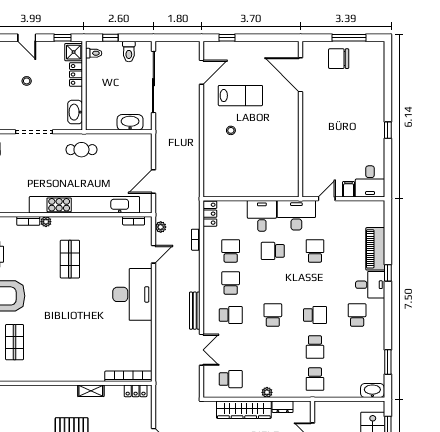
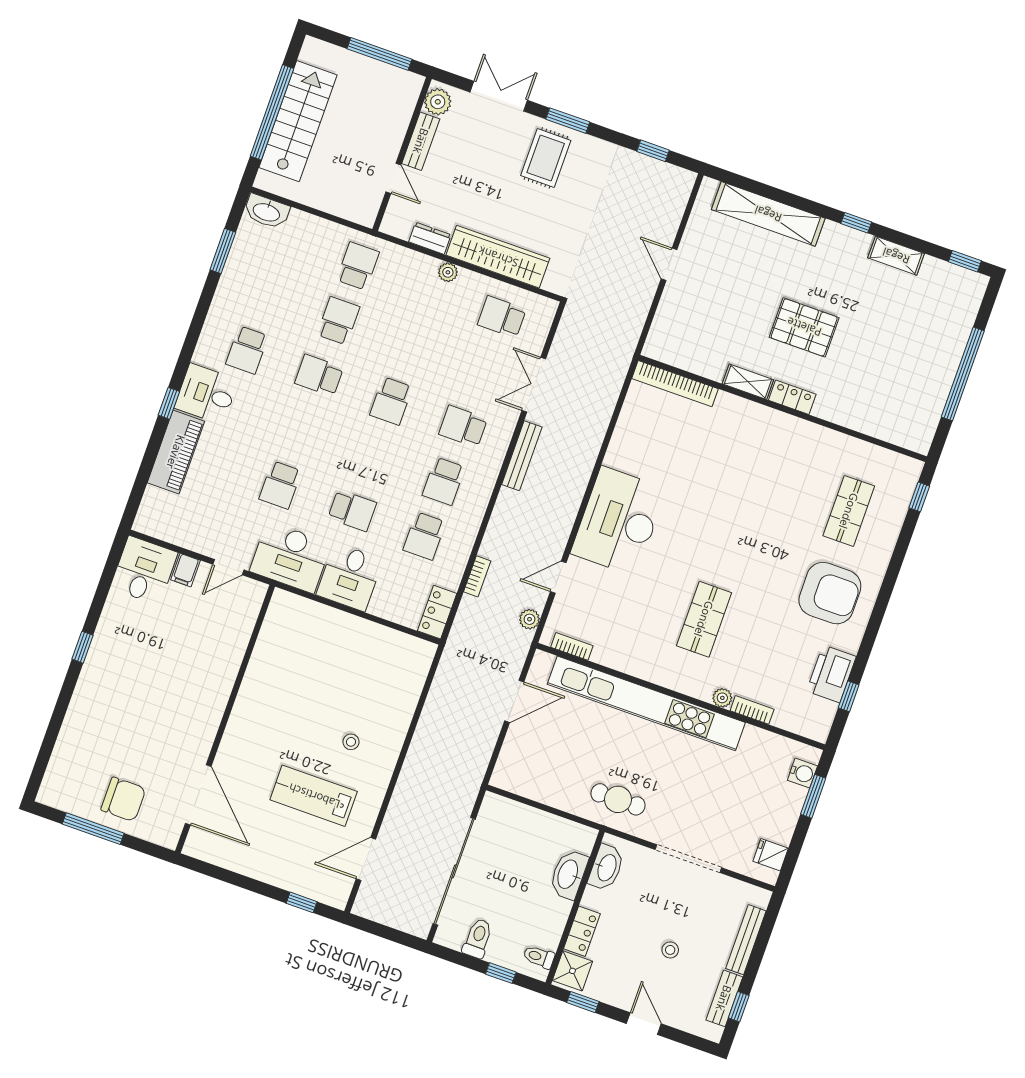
washbasin: (130, 122) -> (568, 874), moved, turned 90
locker: (136, 391) -> (792, 397), moved

